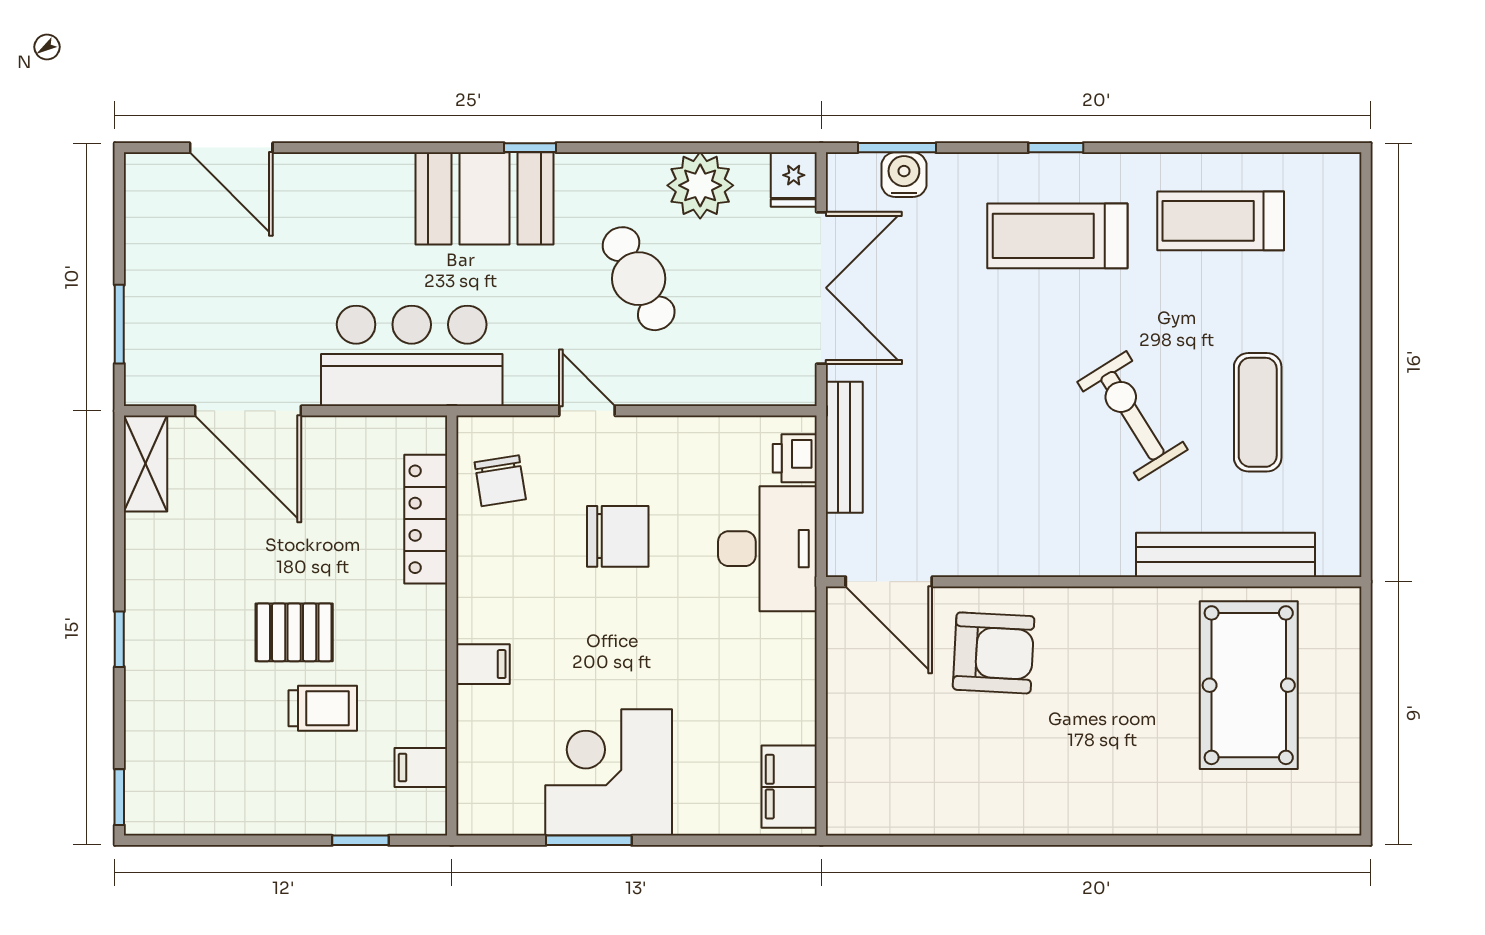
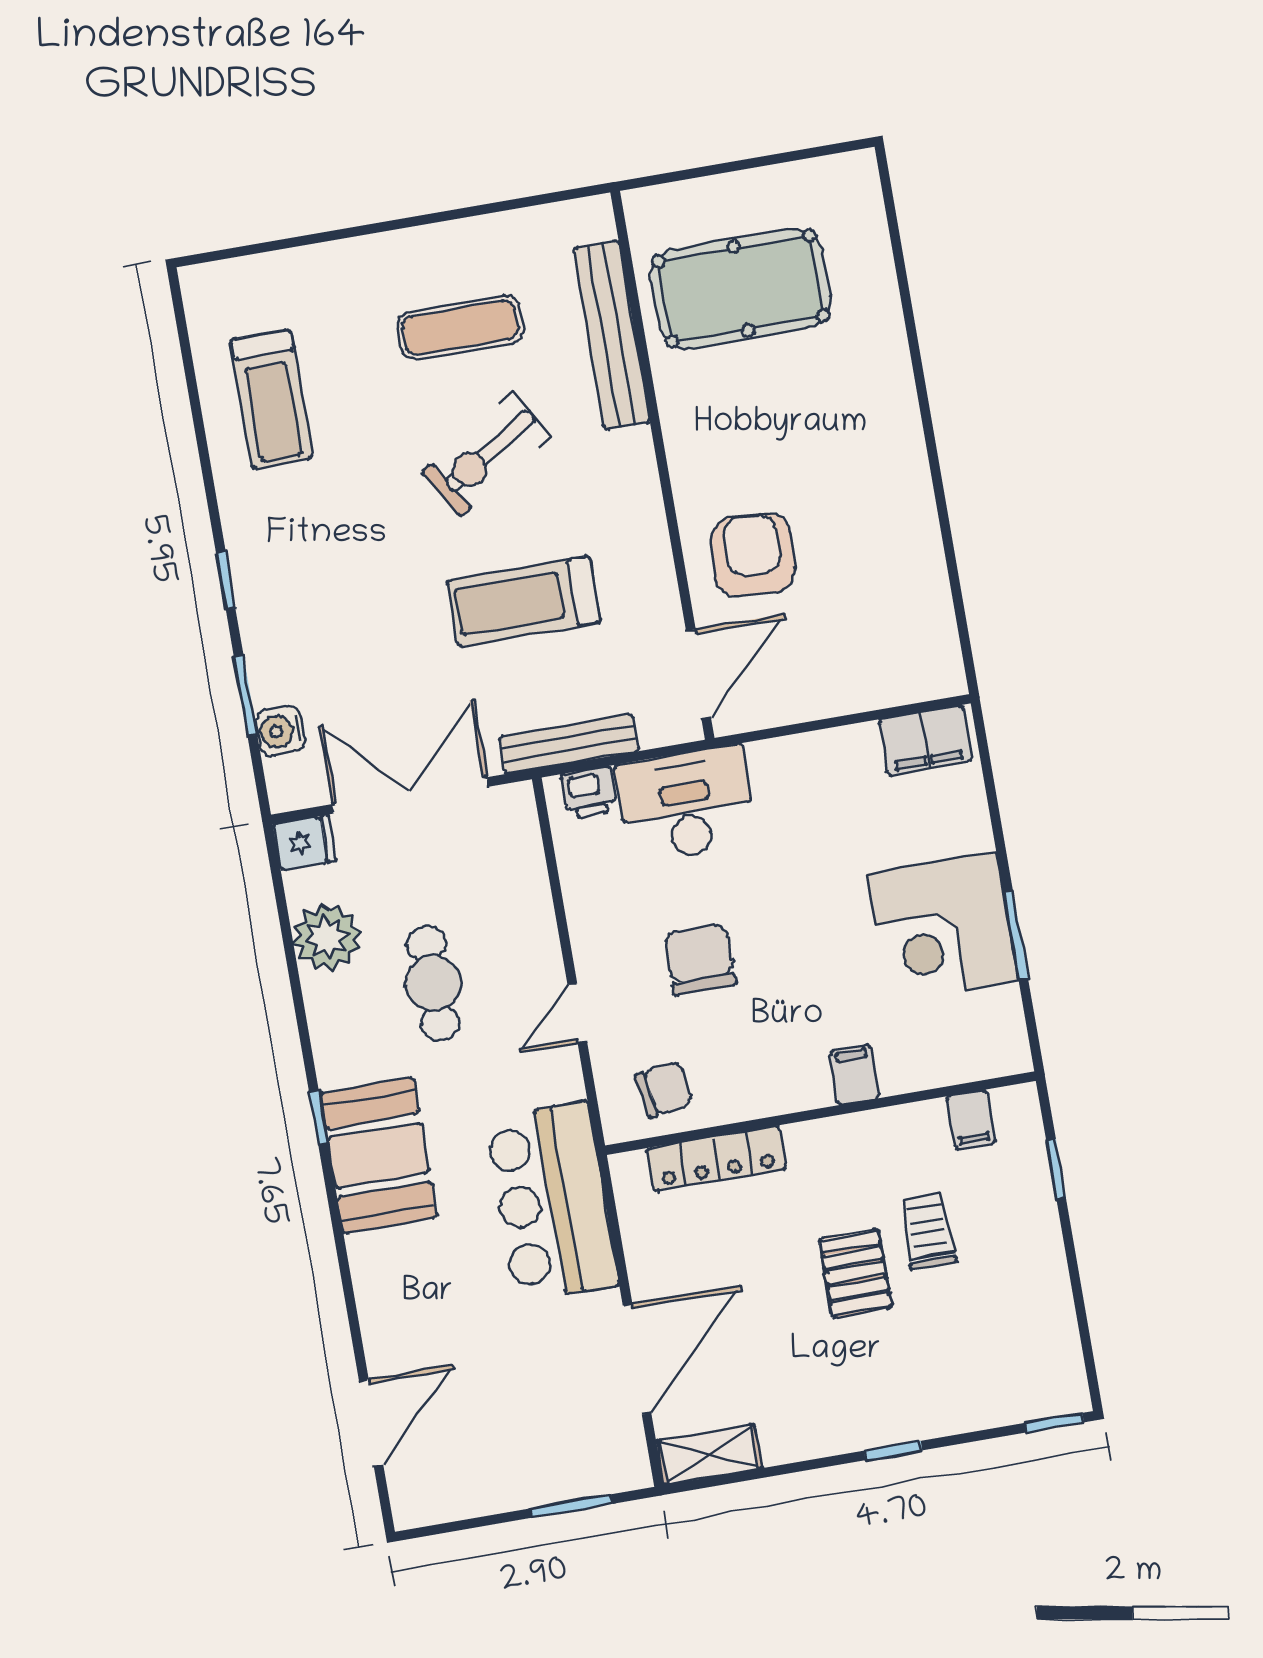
window: (897, 148) -> (246, 696), moved
treadmill: (1057, 236) -> (524, 601), moved, turned 90
cafe table: (639, 279) -> (433, 984), turned -63

